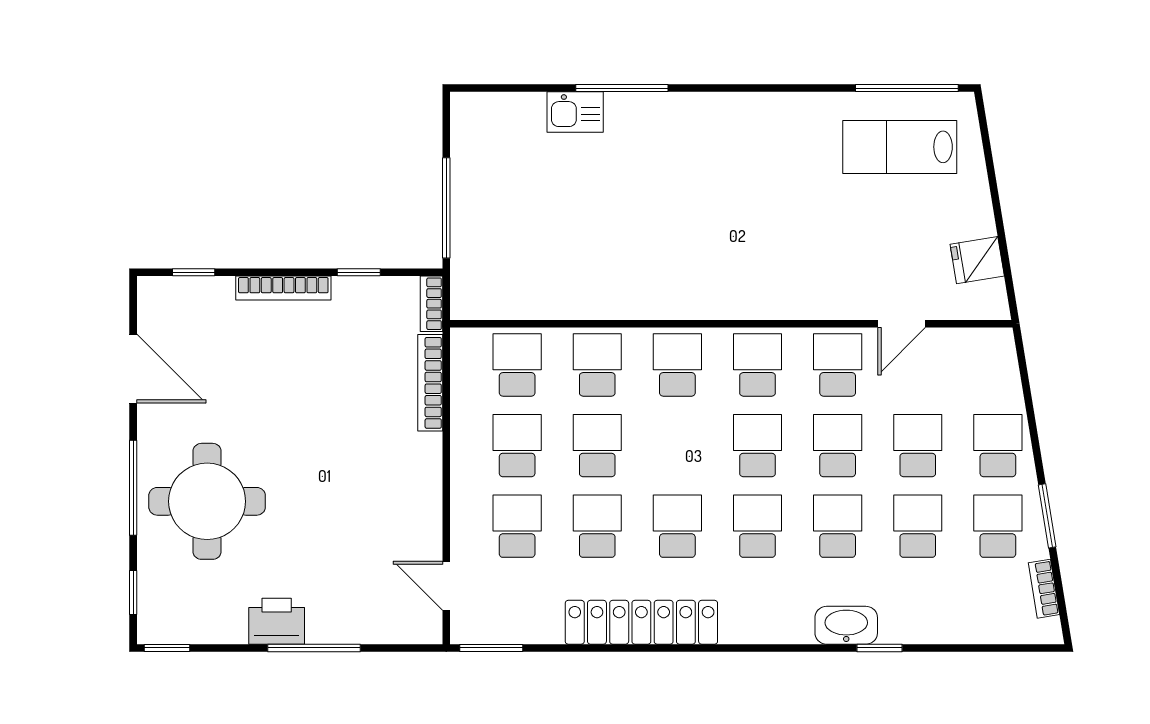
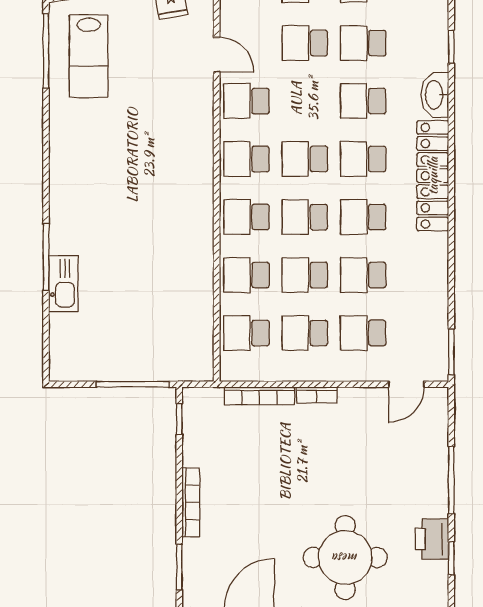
kitchen sink: (575, 112) -> (63, 283), width x1.38
window: (194, 272) -> (179, 567), width x1.50
window: (359, 272) -> (179, 419), moved
bookcase: (431, 304) -> (317, 395), moved
school desk: (838, 446) -> (305, 217), moved
printer: (277, 621) -> (432, 539), moved
locker: (641, 622) -> (433, 176), moved
window: (167, 648) -> (451, 558), moved
window: (879, 648) -> (451, 47), moved

